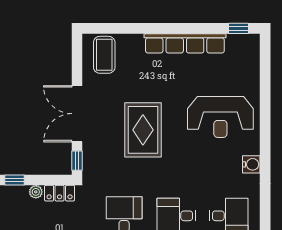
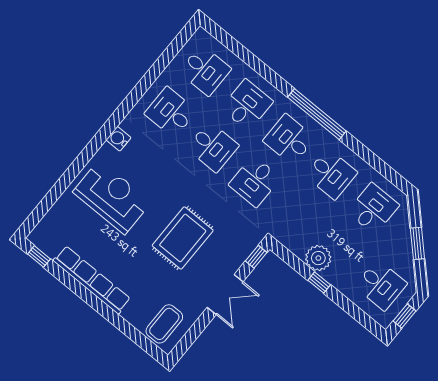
double door: (77, 114) -> (225, 295), width x0.73
plant: (36, 192) -> (318, 258), width x1.88, depth x1.88
locker: (60, 193) -> (292, 242), removed

